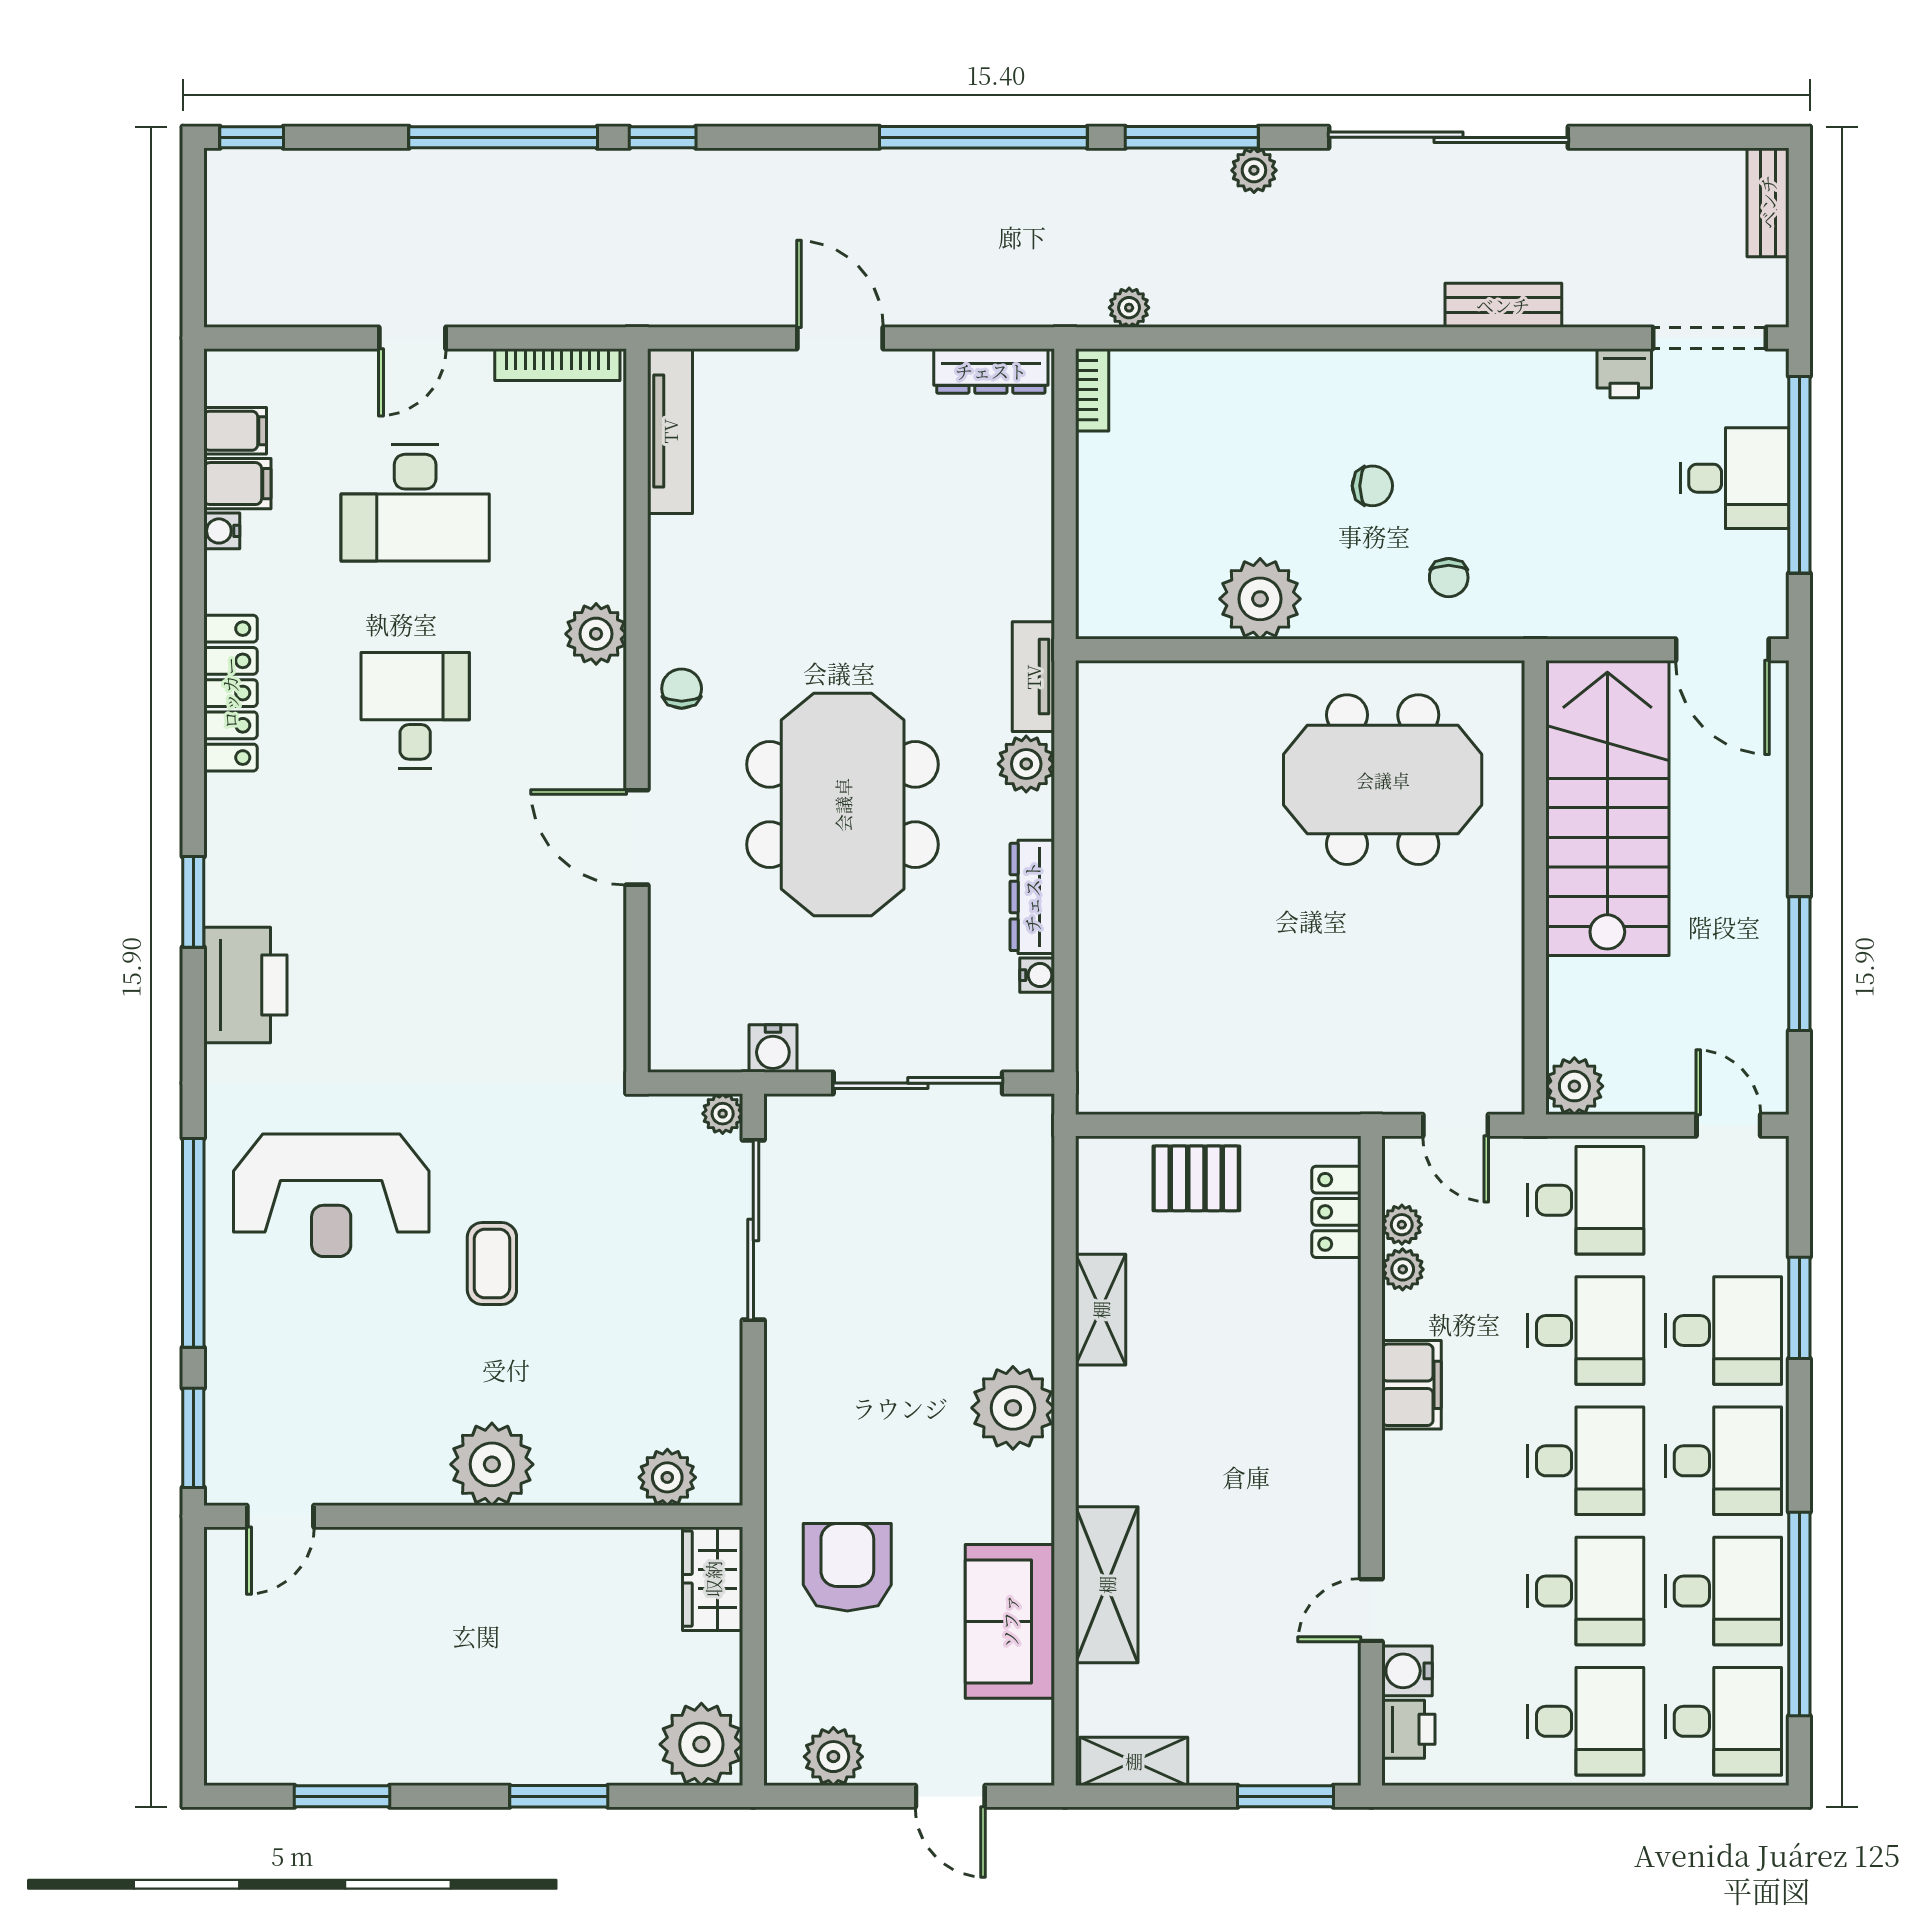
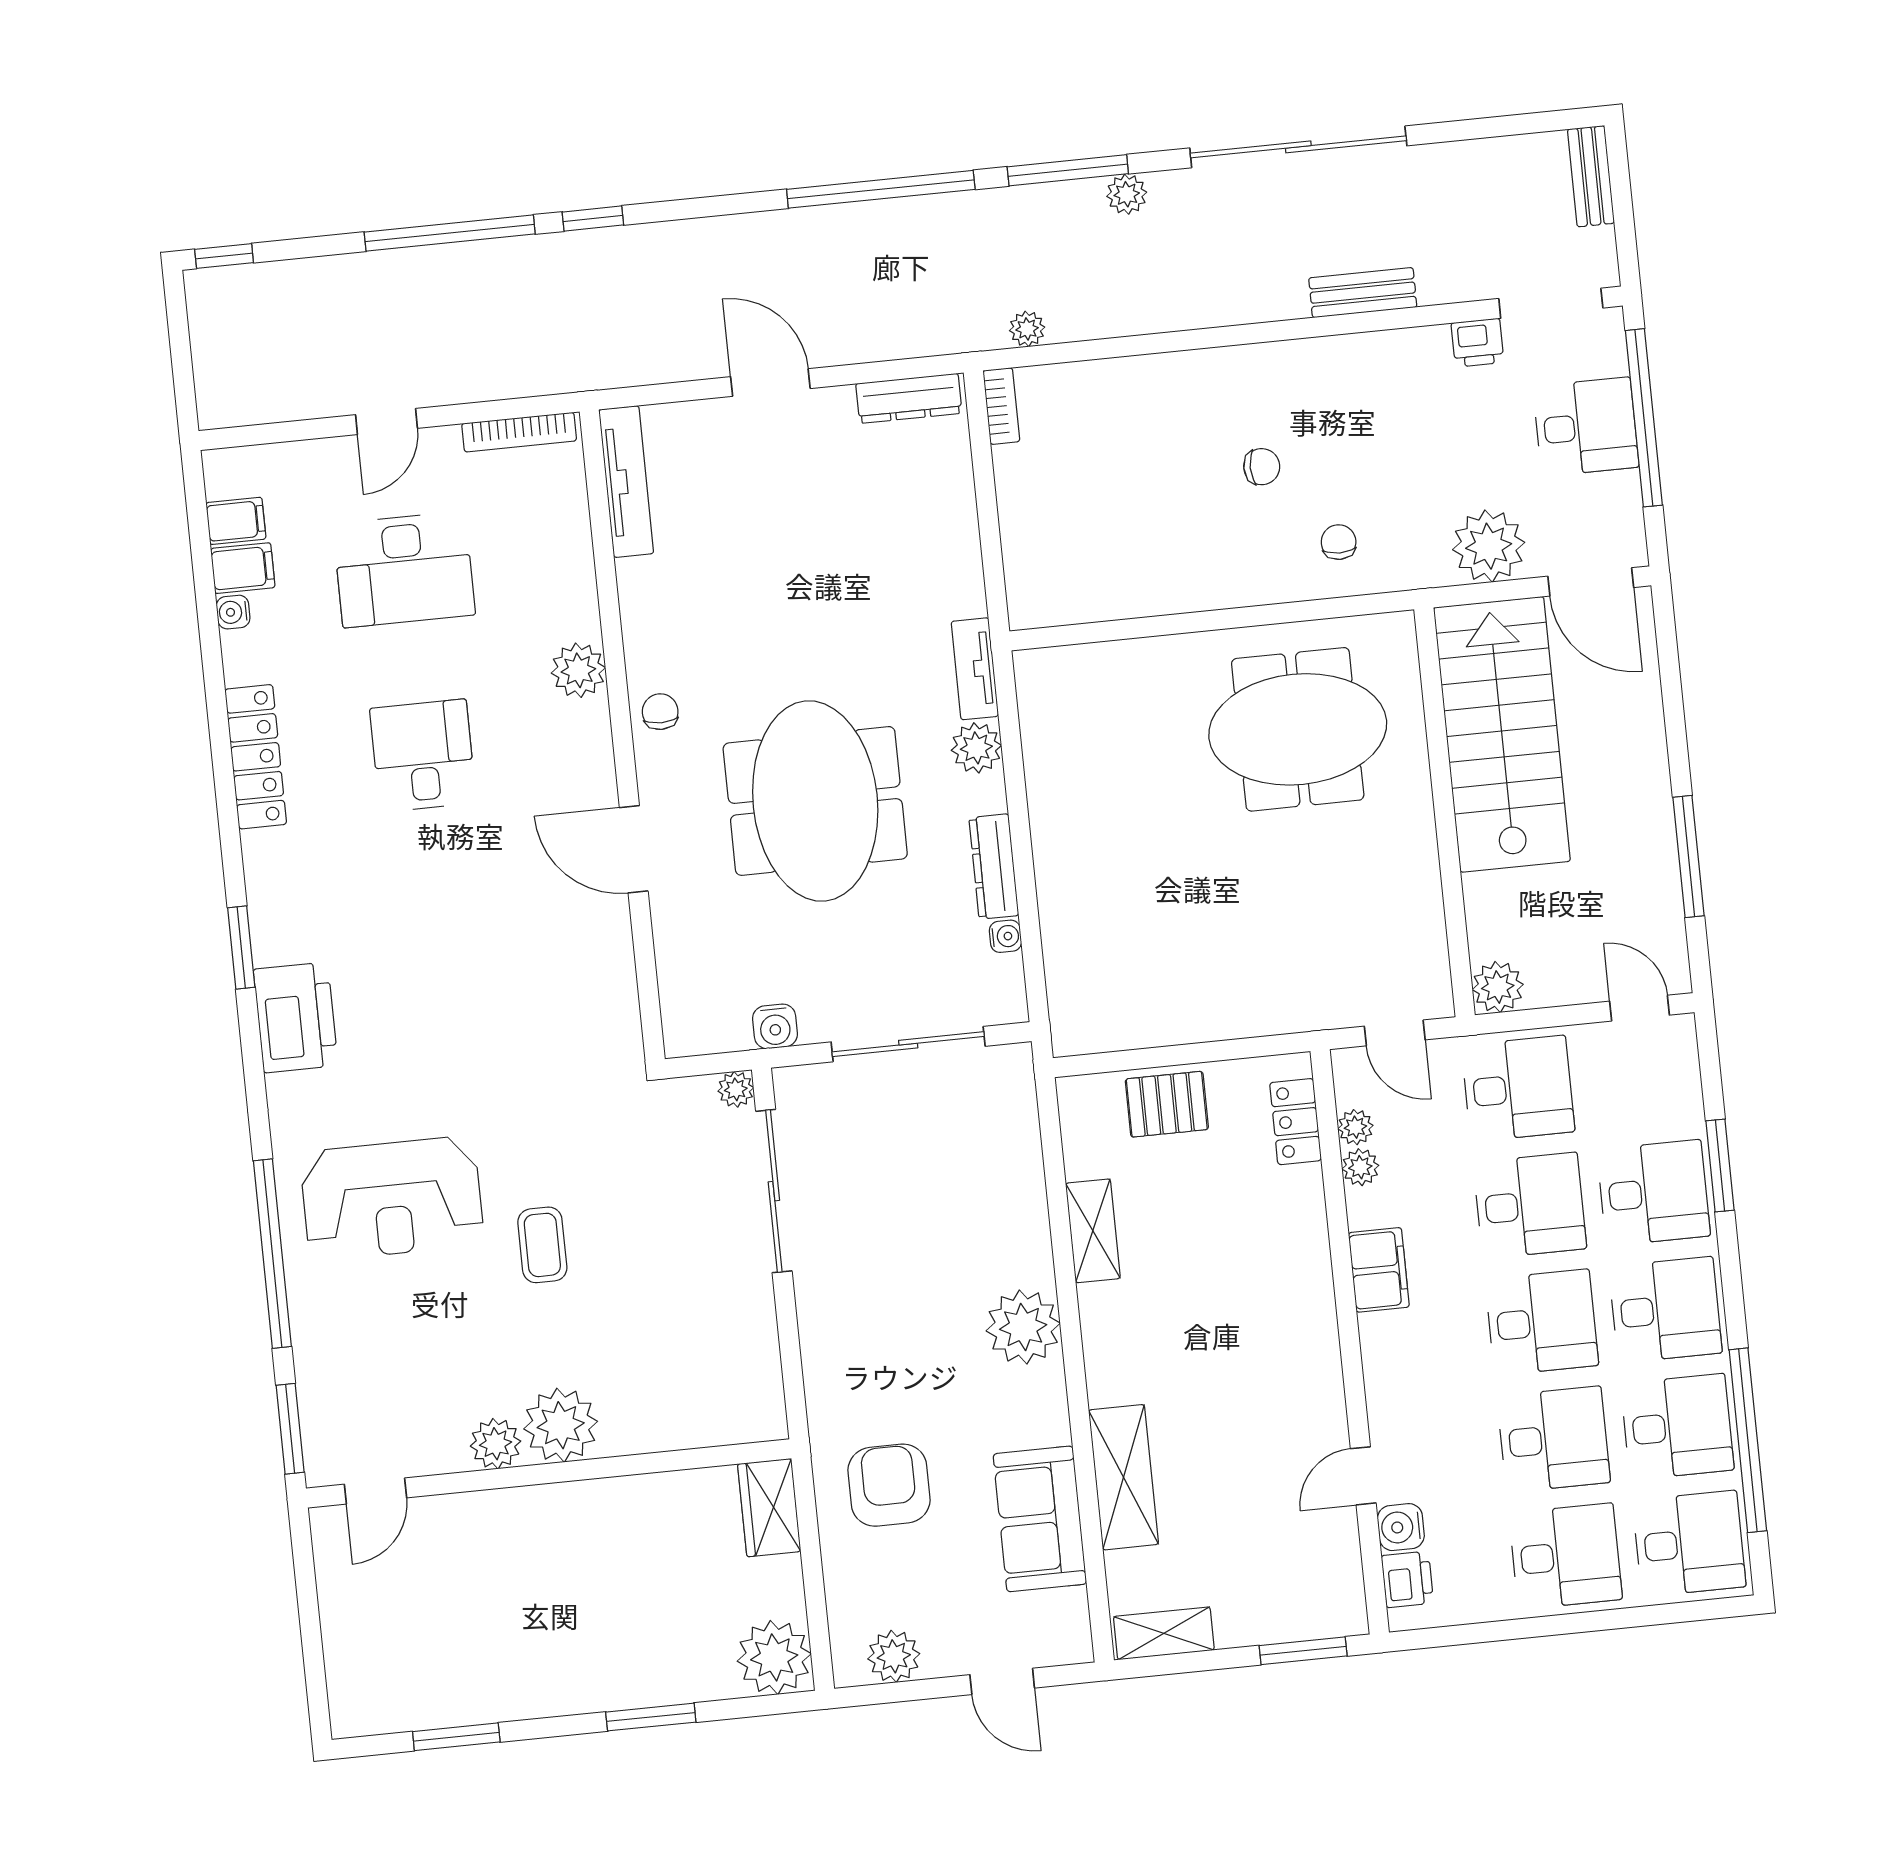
chair: (1449, 578) -> (1339, 542), turned 180
plant: (1260, 599) -> (1489, 546), moved
plant: (667, 1477) -> (496, 1444), moved

